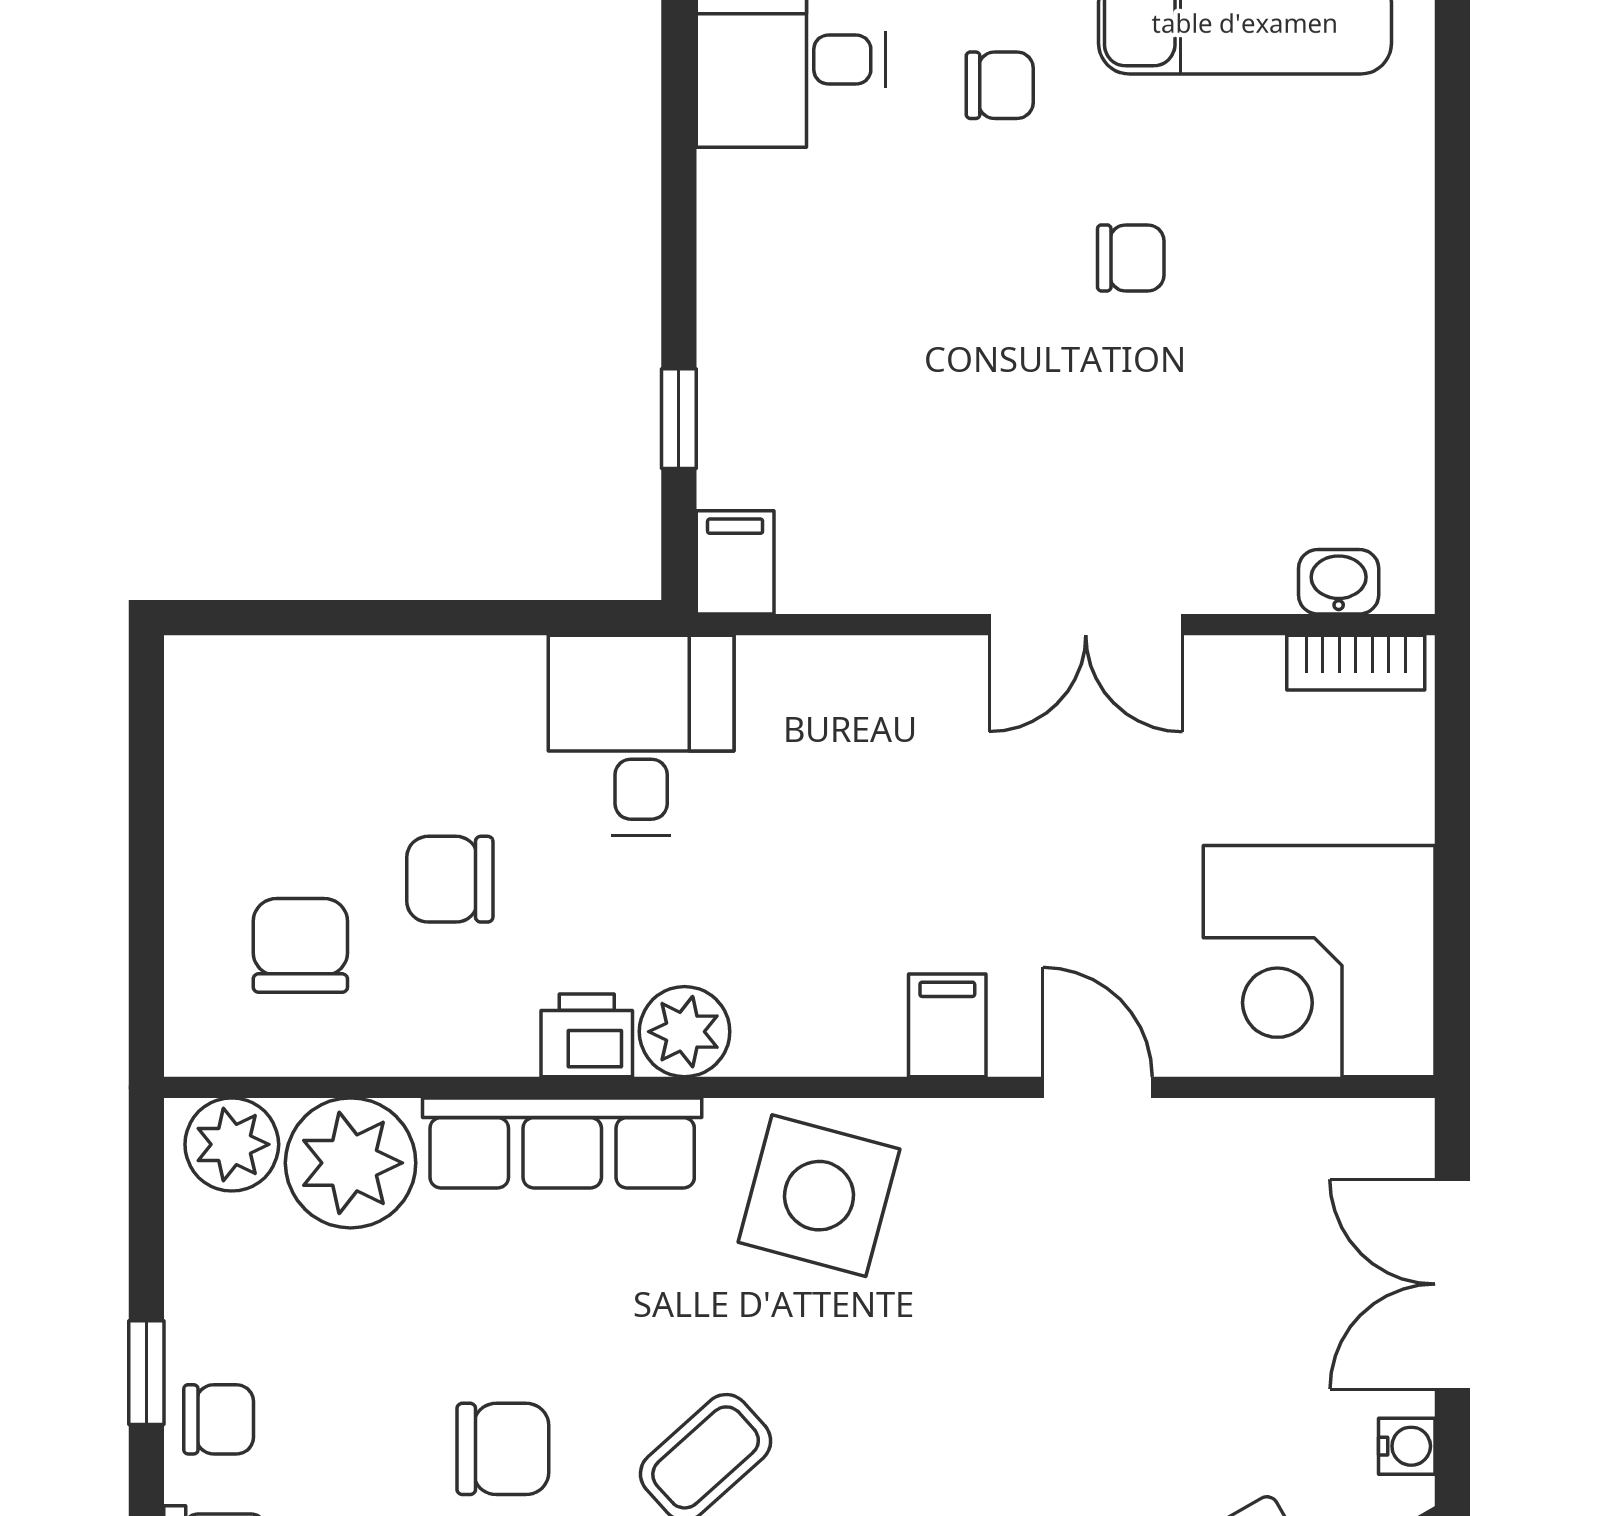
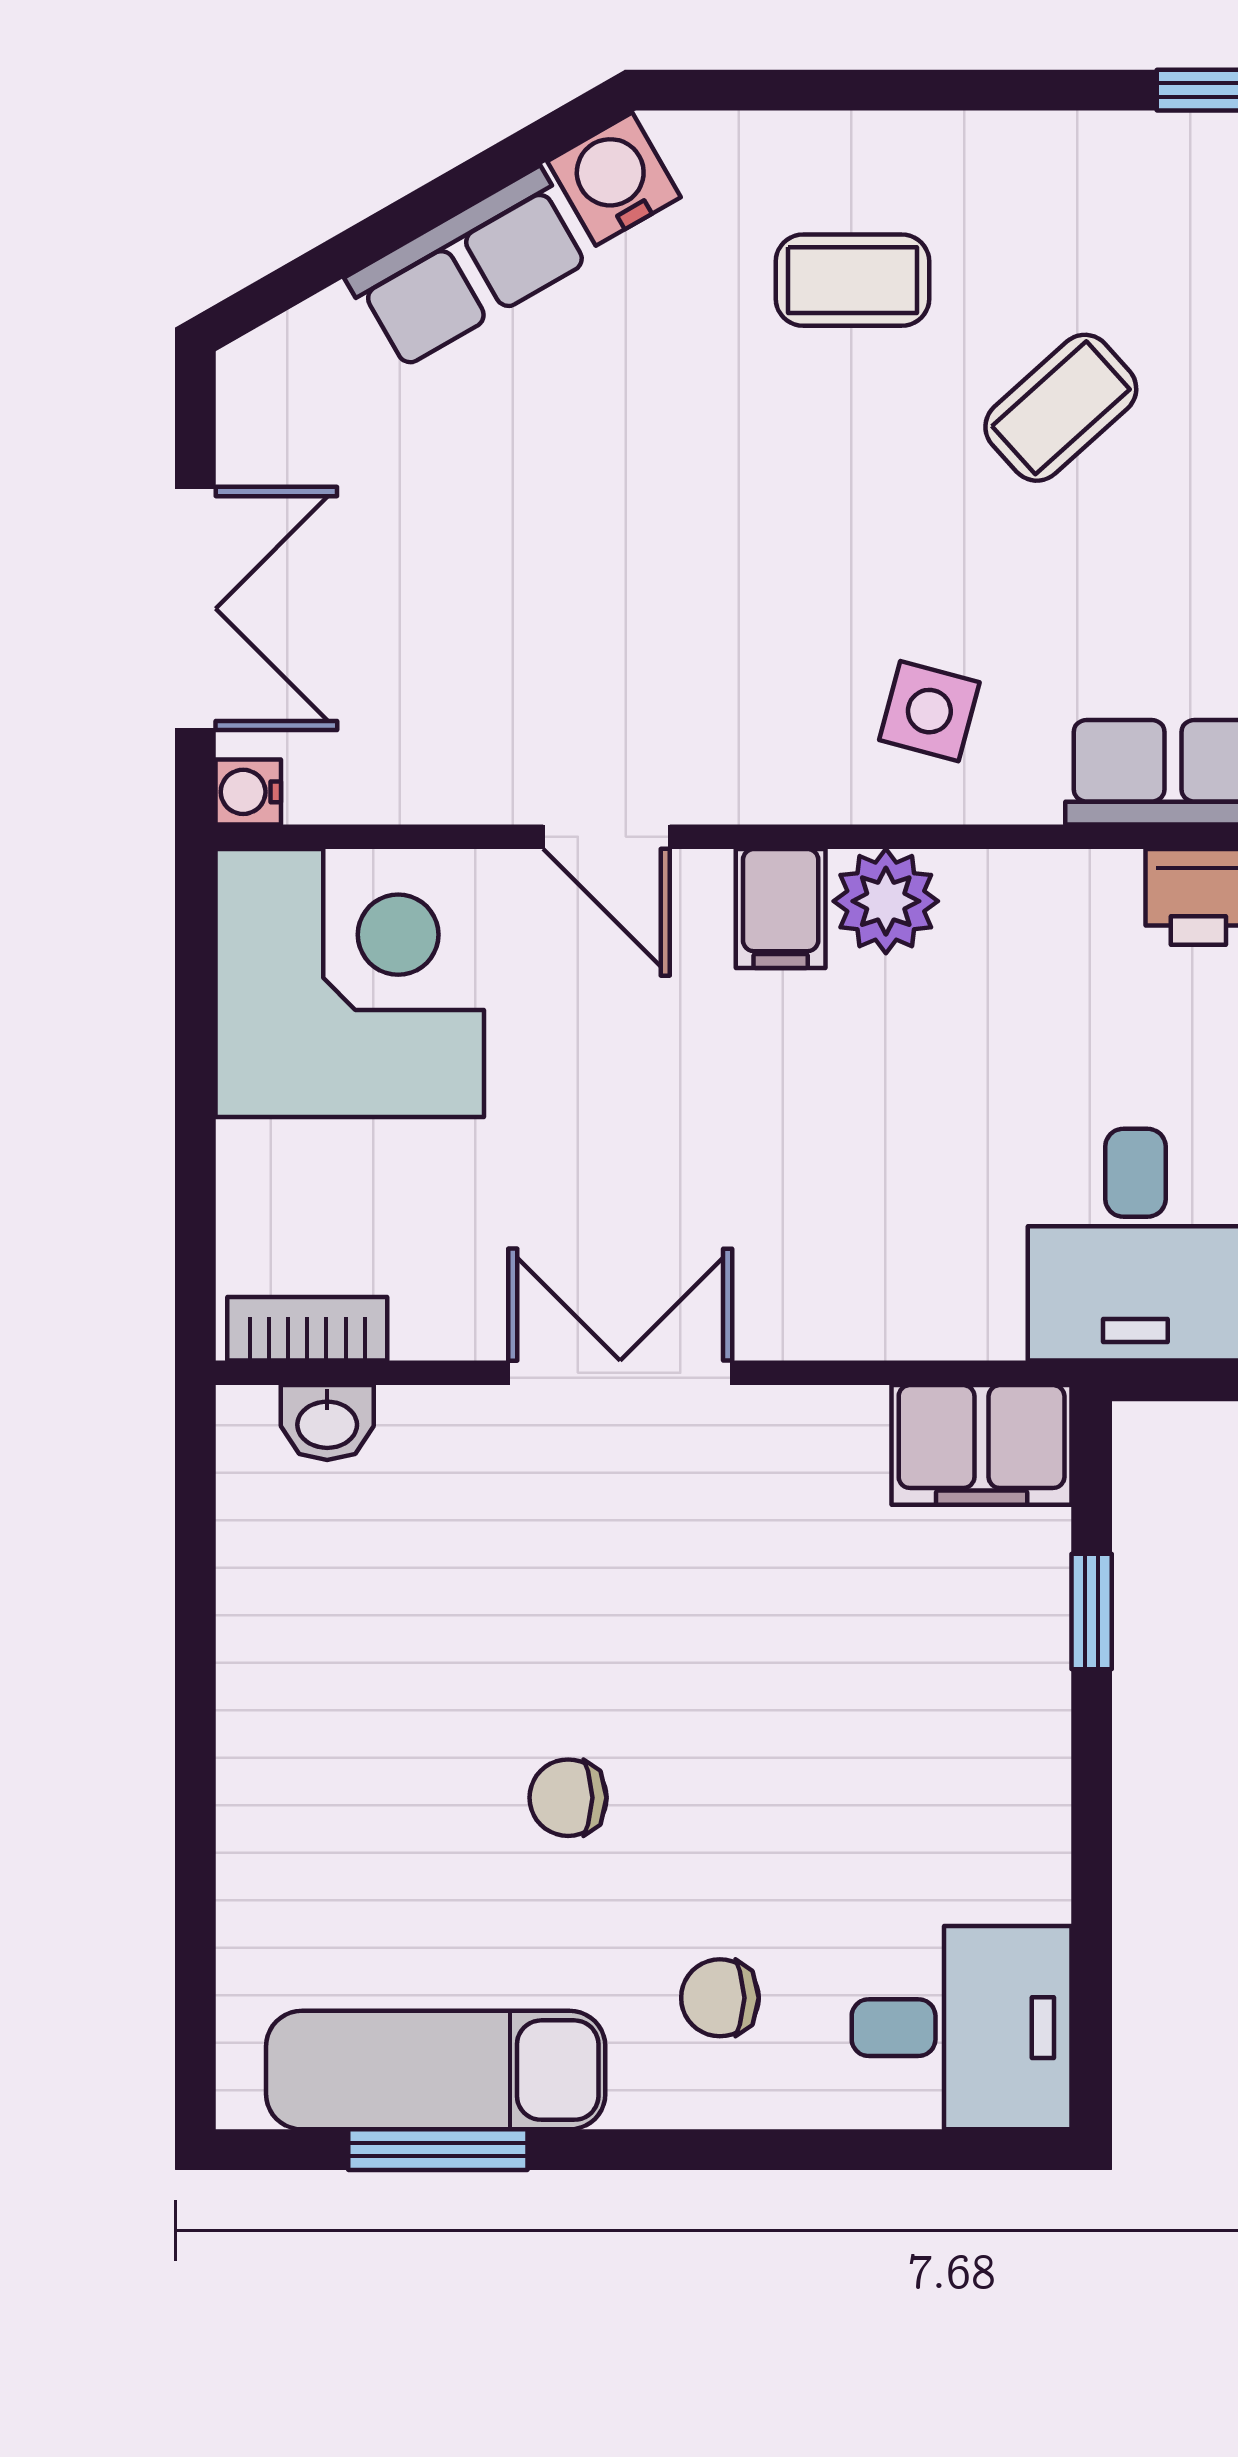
filing cabinet: (735, 562) -> (982, 1445), width x2.00
plant: (685, 1032) -> (886, 901), moved
side table: (819, 1196) -> (929, 711), width x0.54, depth x0.54
water cooler: (1407, 1446) -> (248, 792), moved

